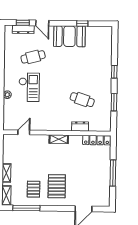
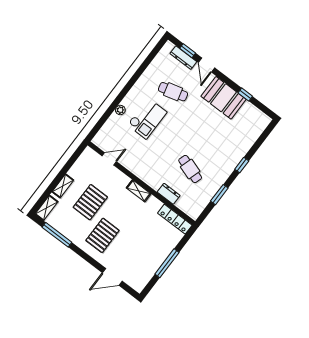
pallet: (33, 189) -> (90, 202), moved, width x1.50, depth x1.42

